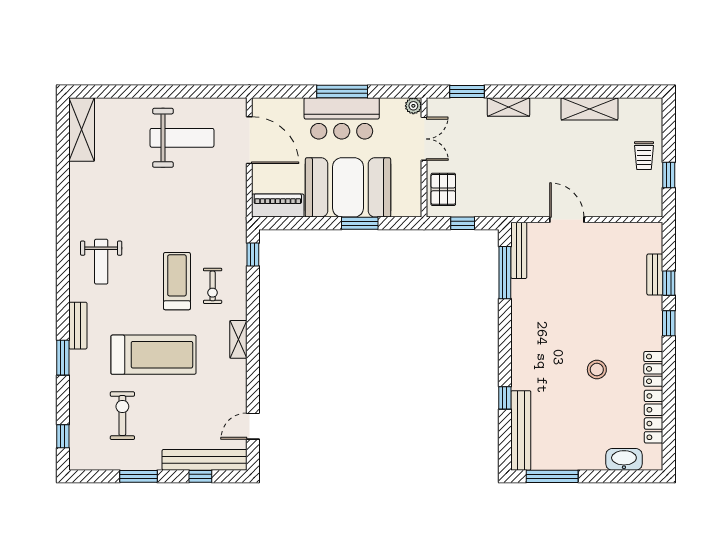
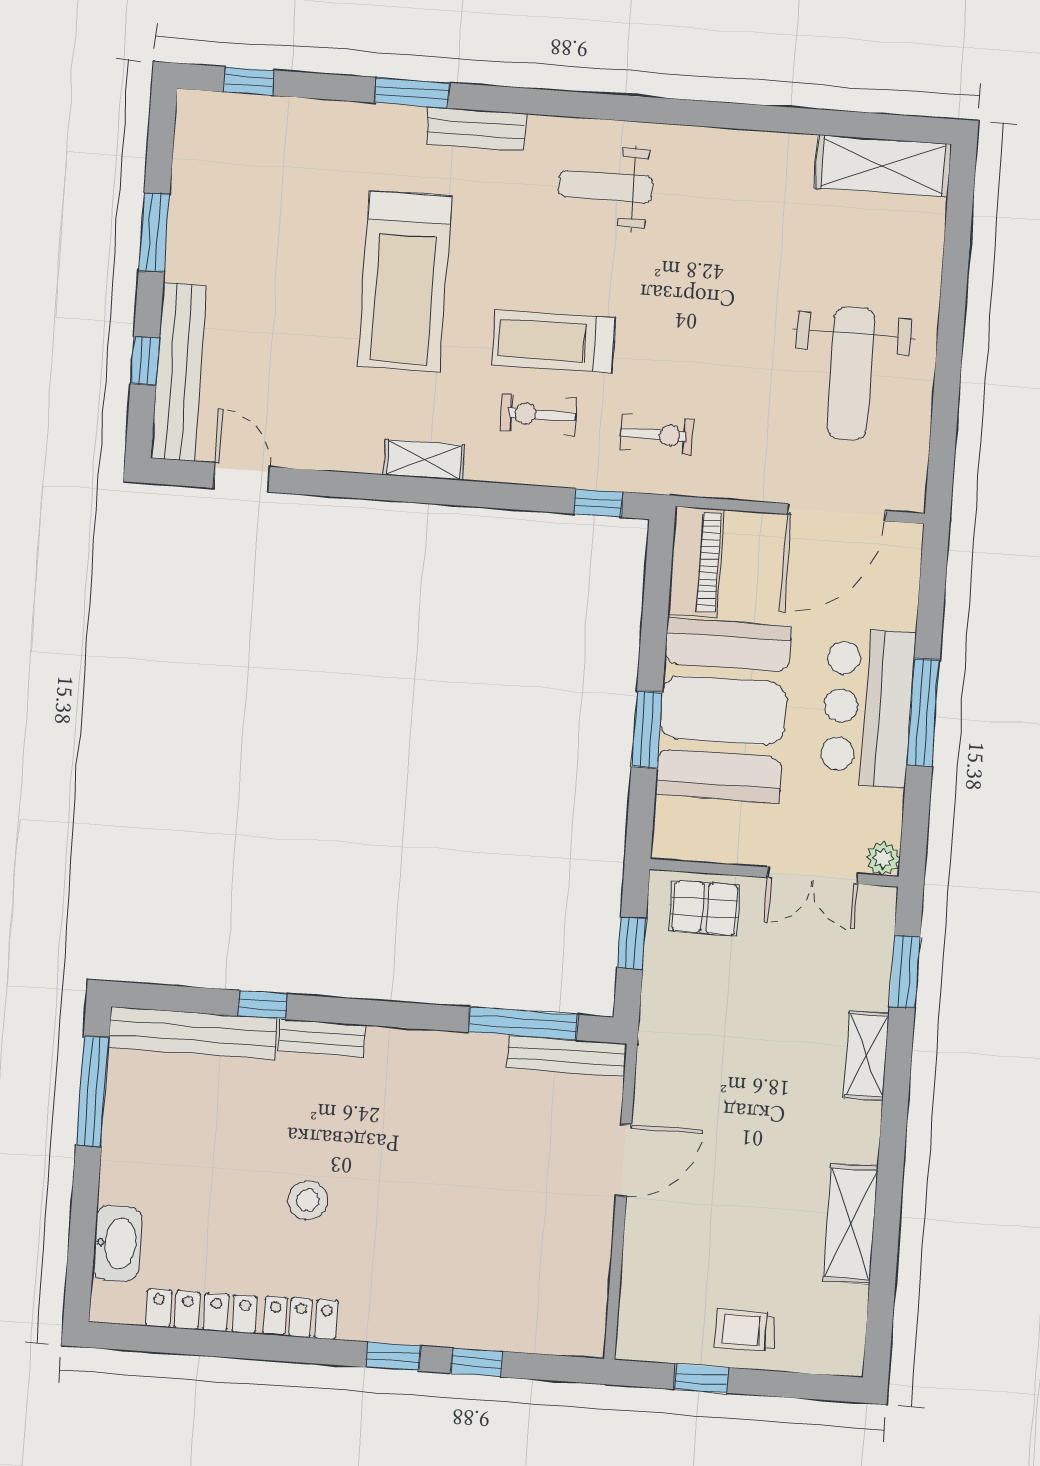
bench: (655, 275) -> (322, 1038), moved
treadmill: (177, 281) -> (554, 341), turned 180
exercise bike: (122, 416) -> (657, 435), moved, width x0.73, depth x0.72

